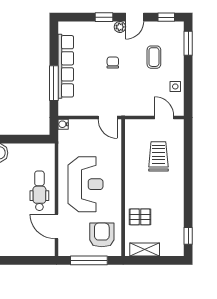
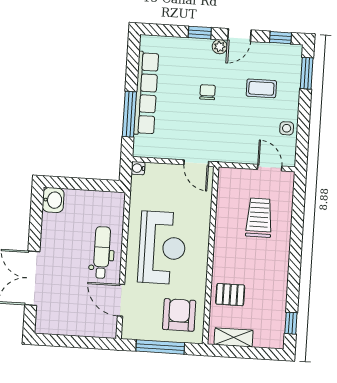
coffee table: (154, 57) -> (261, 88), turned 90

